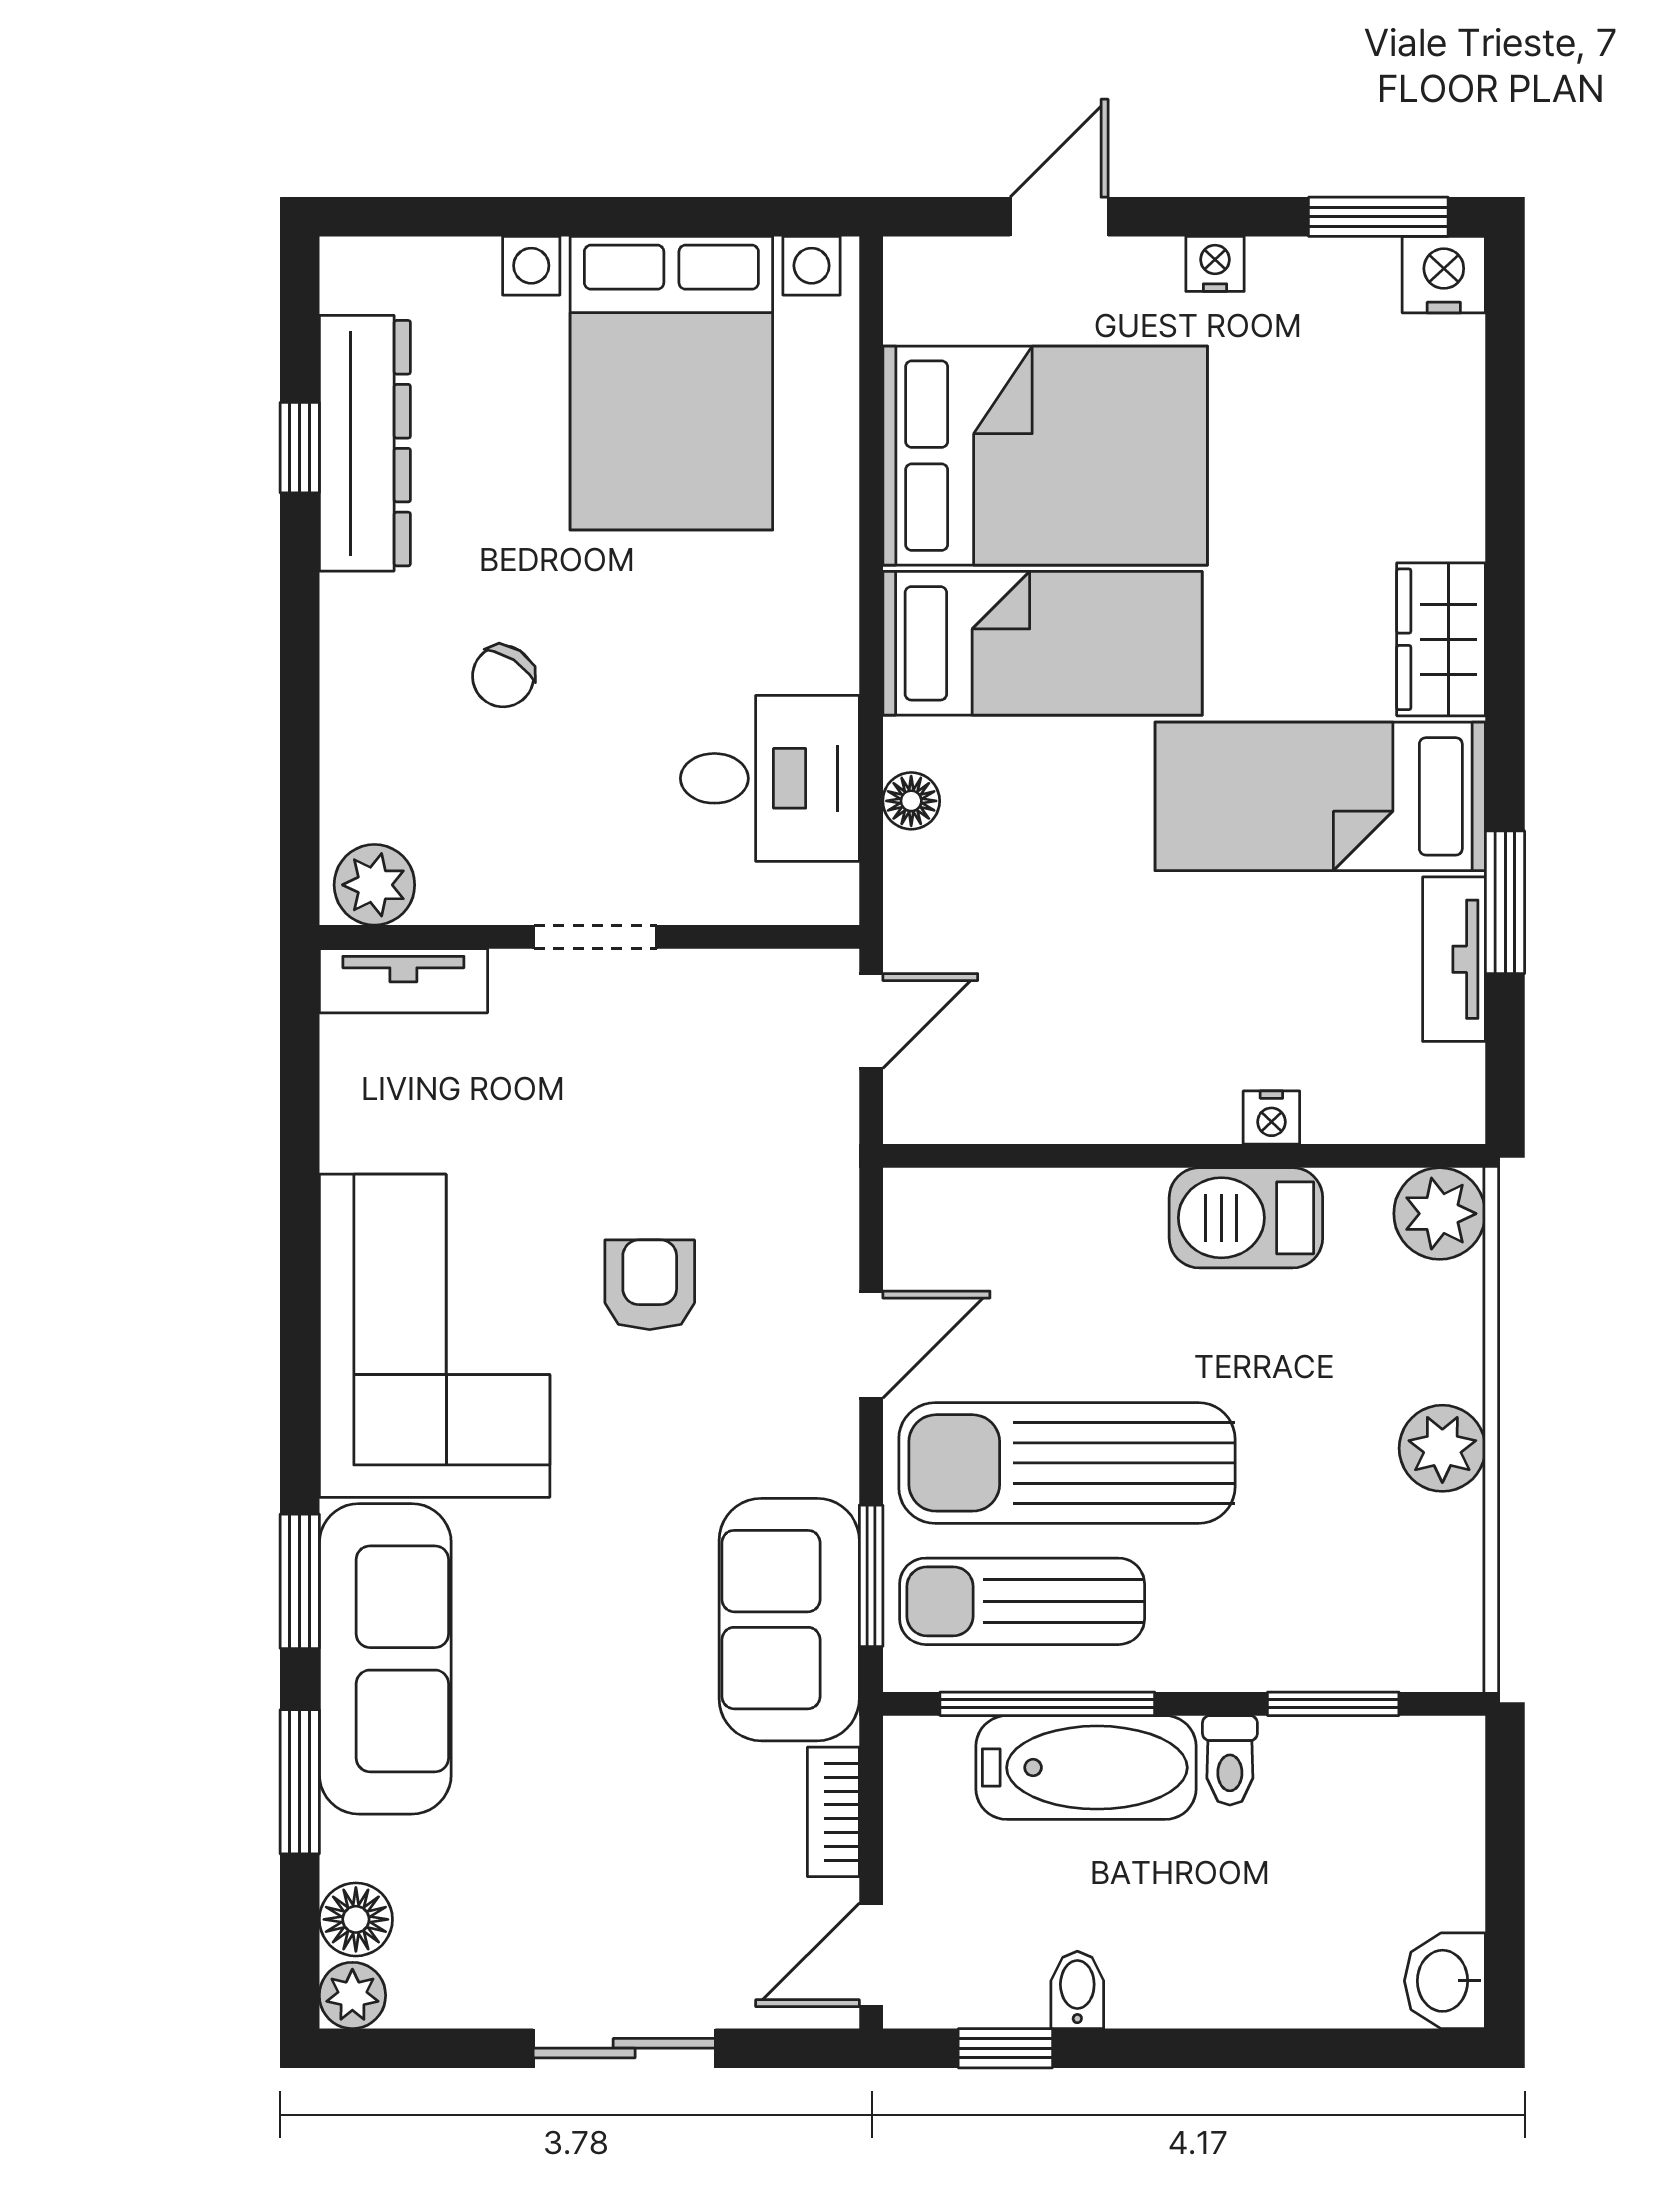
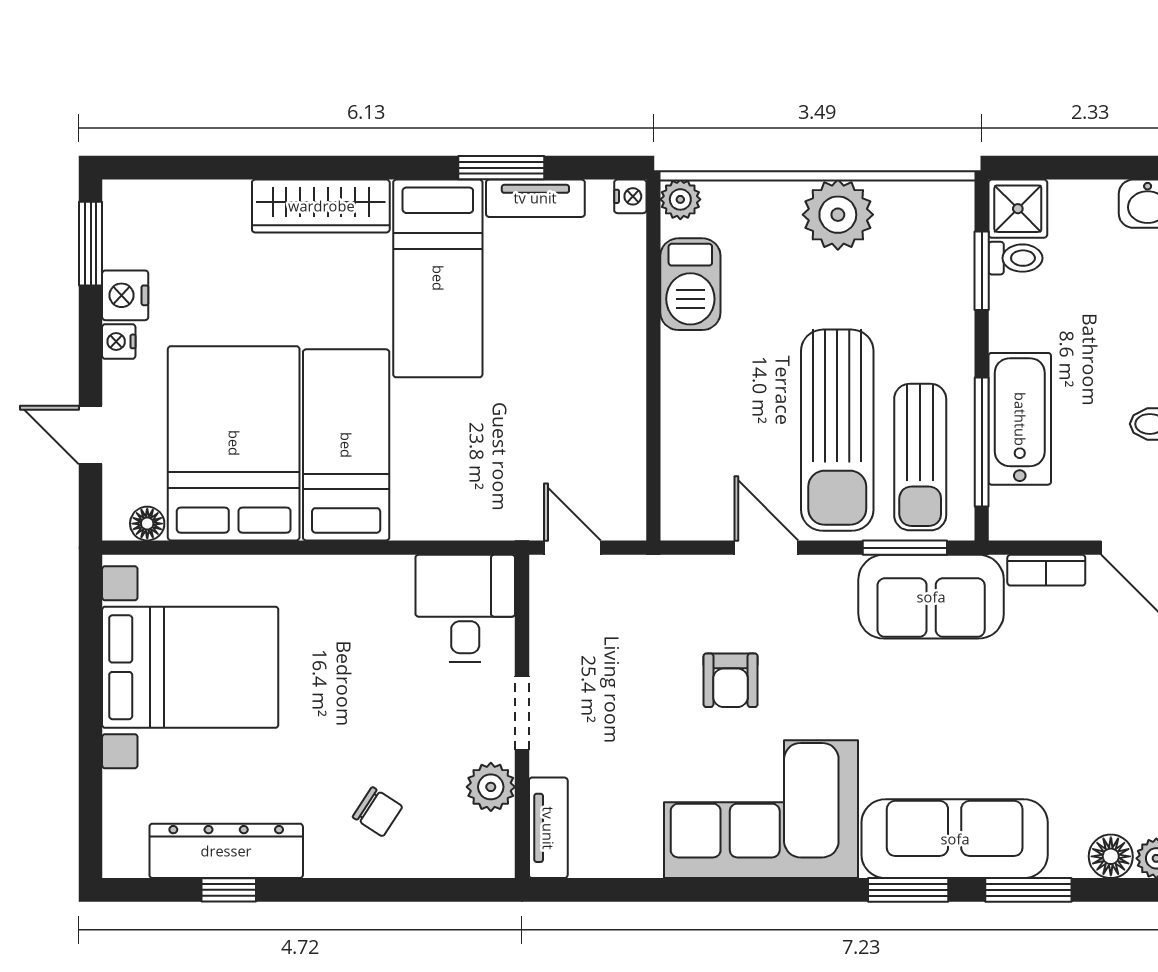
nightstand: (1444, 275) -> (125, 295), moved
wardrobe: (1441, 639) -> (321, 206), width x1.50
chair: (503, 676) -> (378, 812), moved
desk: (770, 778) -> (465, 608), moved
floor lamp: (911, 801) -> (147, 524), moved
plant: (374, 885) -> (491, 787), moved
nightstand: (1271, 1118) -> (630, 196), moved
plant: (1440, 1214) -> (680, 199), width x0.73, depth x0.73
barbecue: (1246, 1218) -> (690, 284), moved
armchair: (650, 1285) -> (731, 680), turned -90
plant: (1442, 1448) -> (838, 215), width x1.36, depth x1.36
toilet: (1230, 1760) -> (1015, 258), moved
shower: (1437, 1764) -> (1018, 209), added

